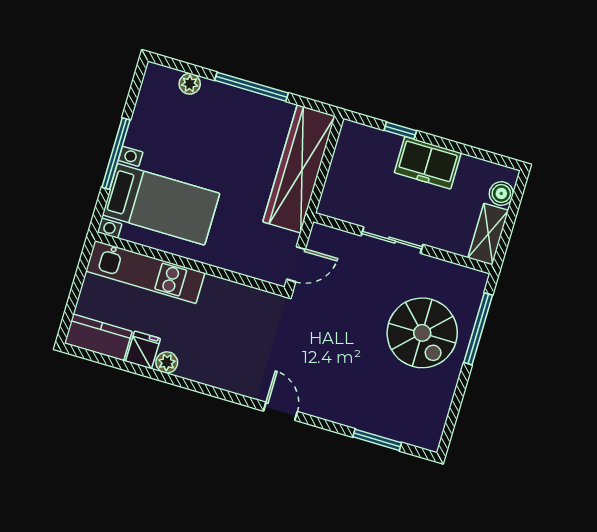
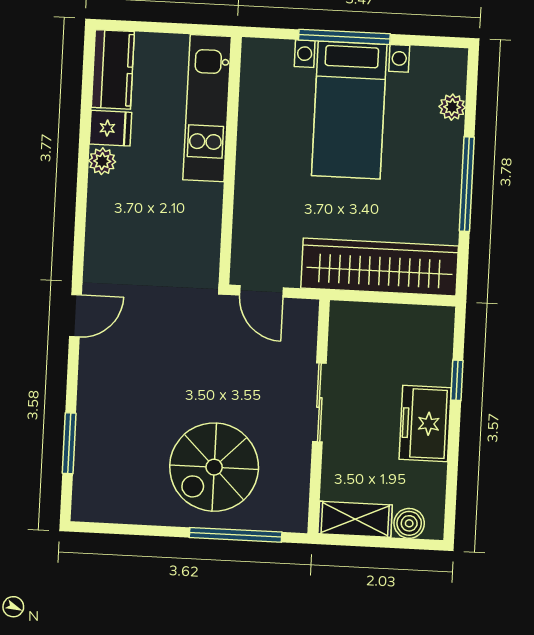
bed with nightstands: (161, 204) -> (349, 110), moved

